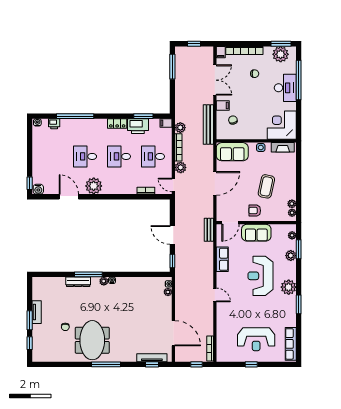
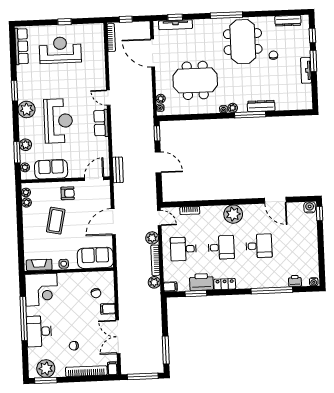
window: (194, 44) -> (143, 376), width x2.17
window: (299, 80) -> (24, 319), moved
bench: (208, 124) -> (123, 287), removed
desk: (153, 156) -> (183, 249), turned 180
plant: (94, 186) -> (233, 214), moved
sofa: (256, 233) -> (51, 169), moved
row of seats: (222, 259) -> (101, 123), moved
meeting table: (136, 307) -> (195, 80), added
dresser: (51, 357) -> (288, 21), added

